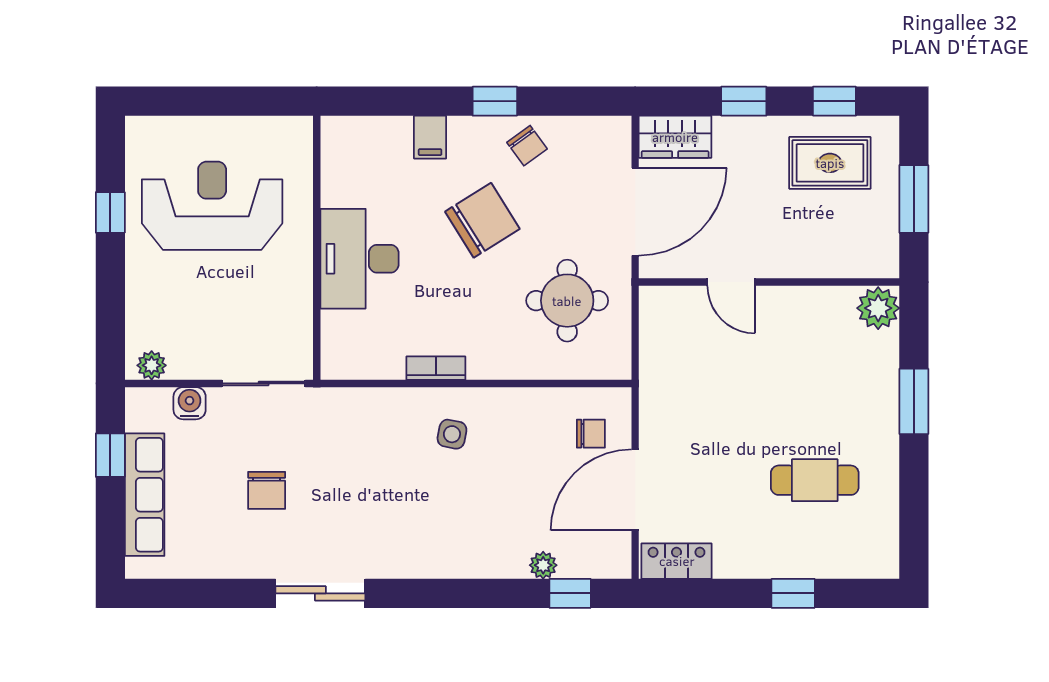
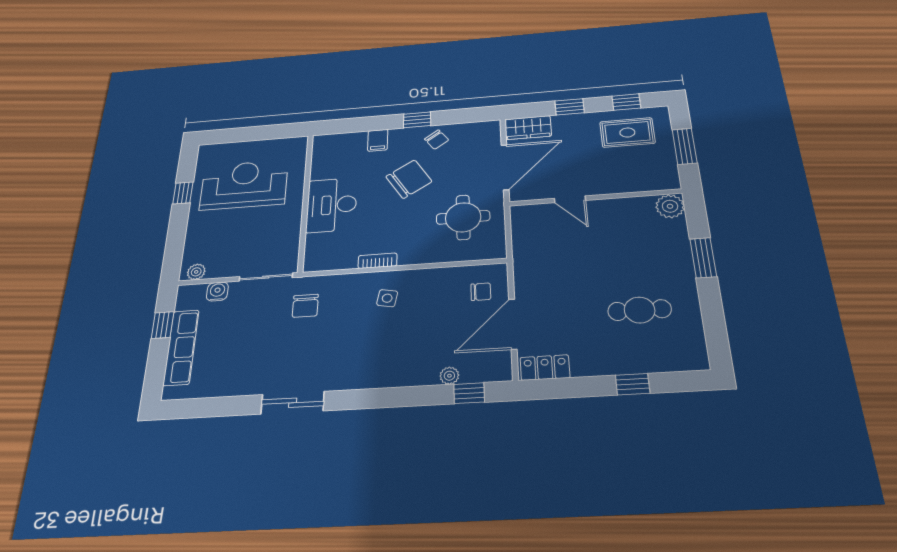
chair: (267, 490) -> (305, 306), moved

